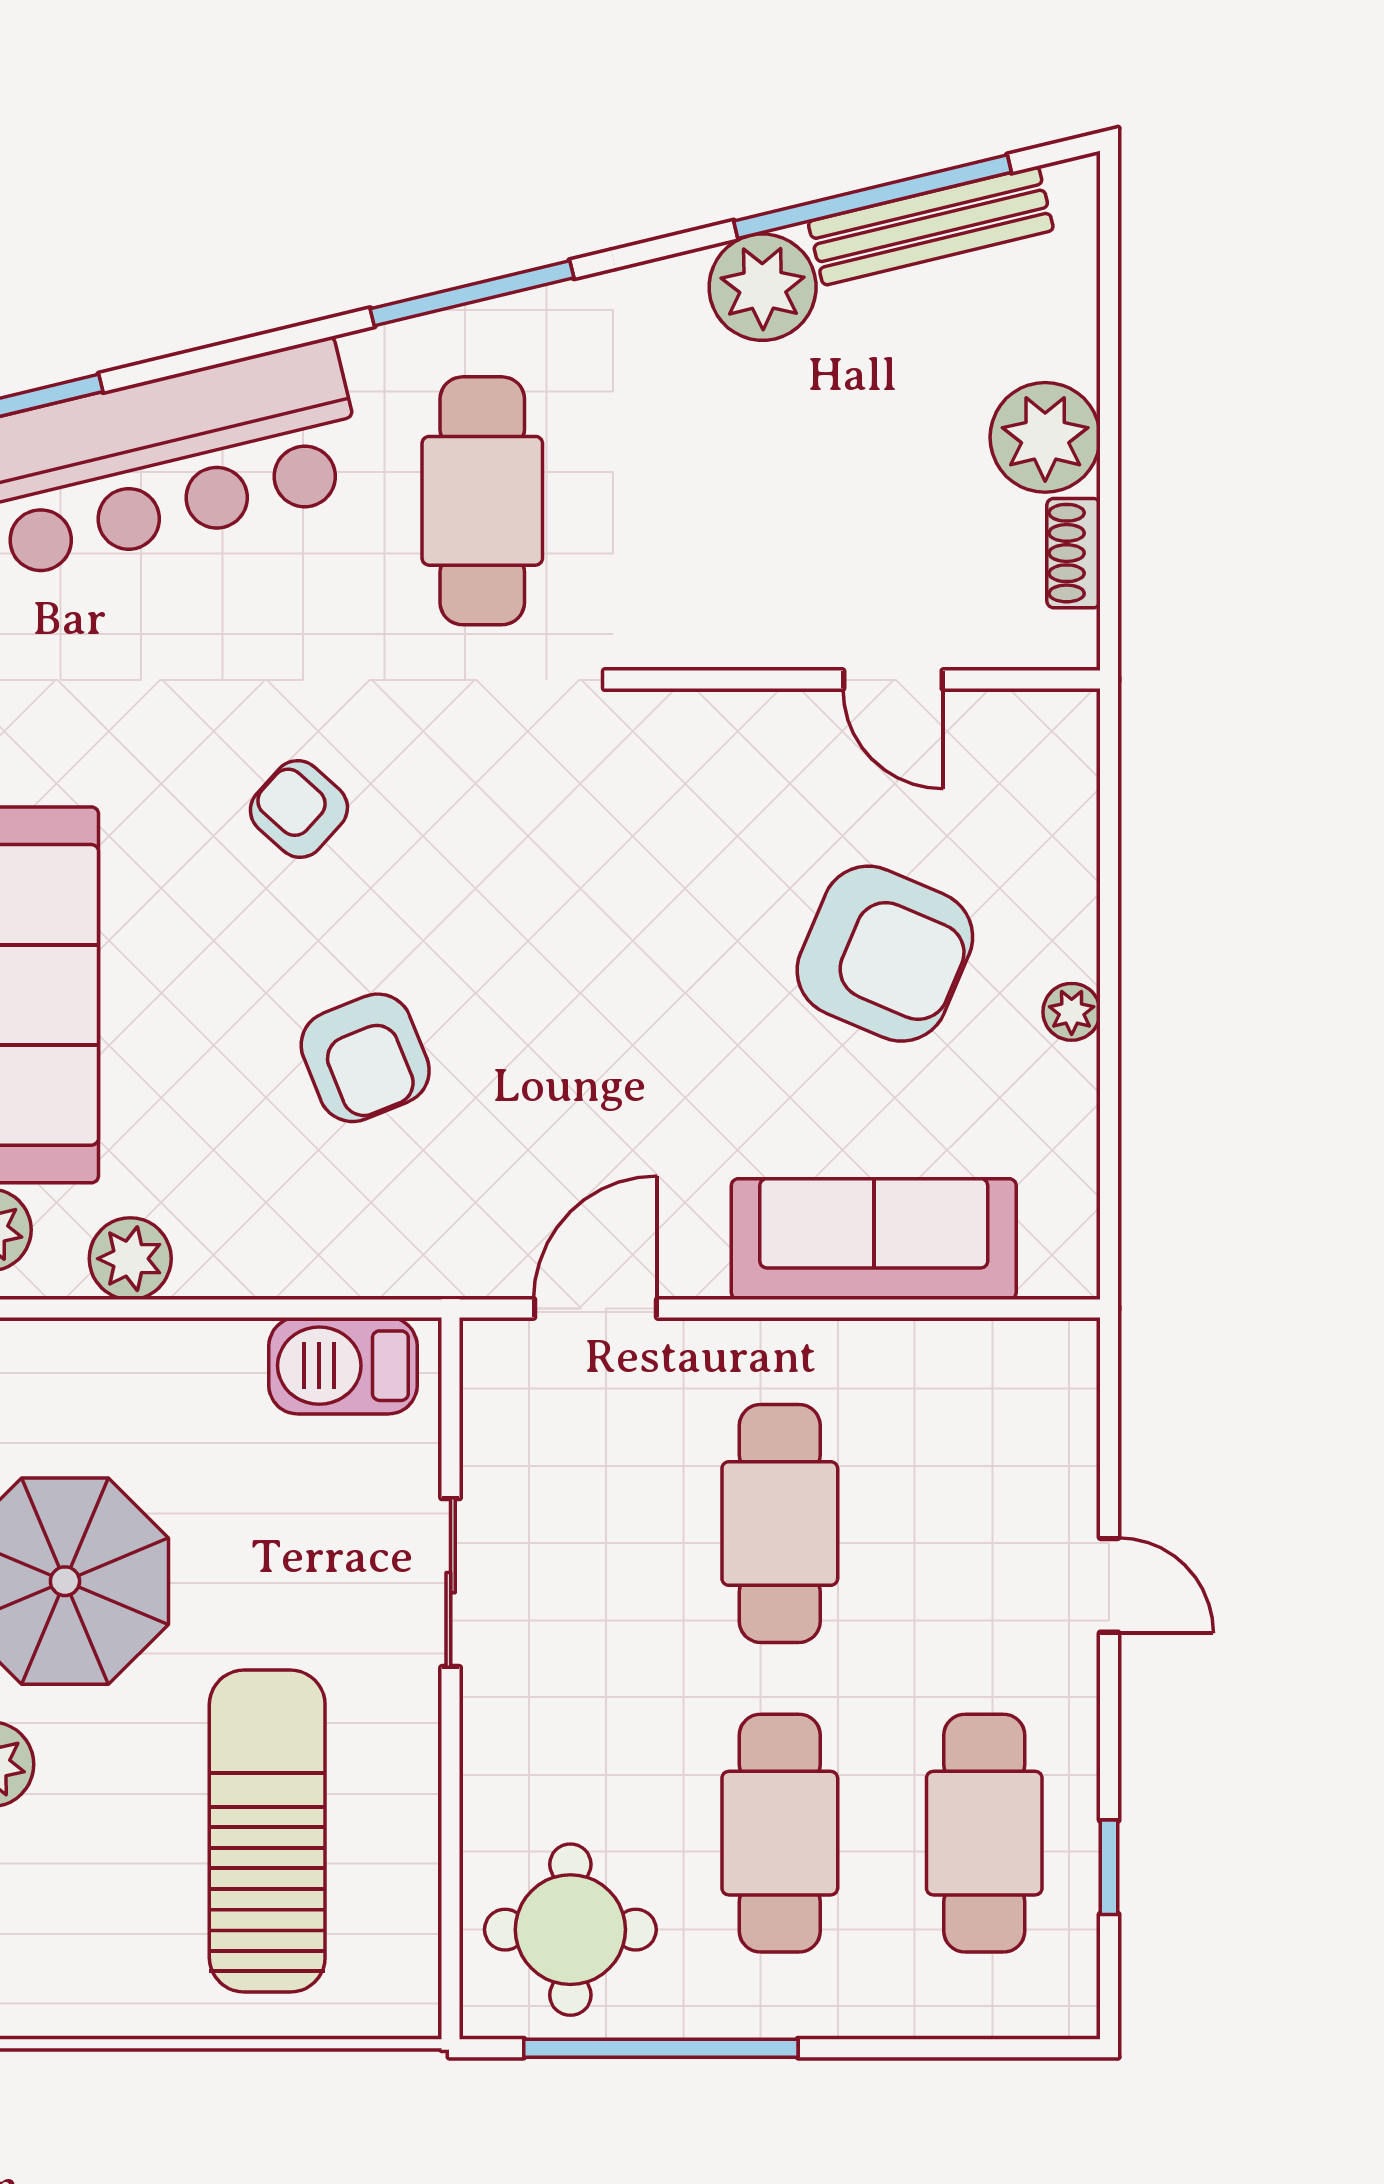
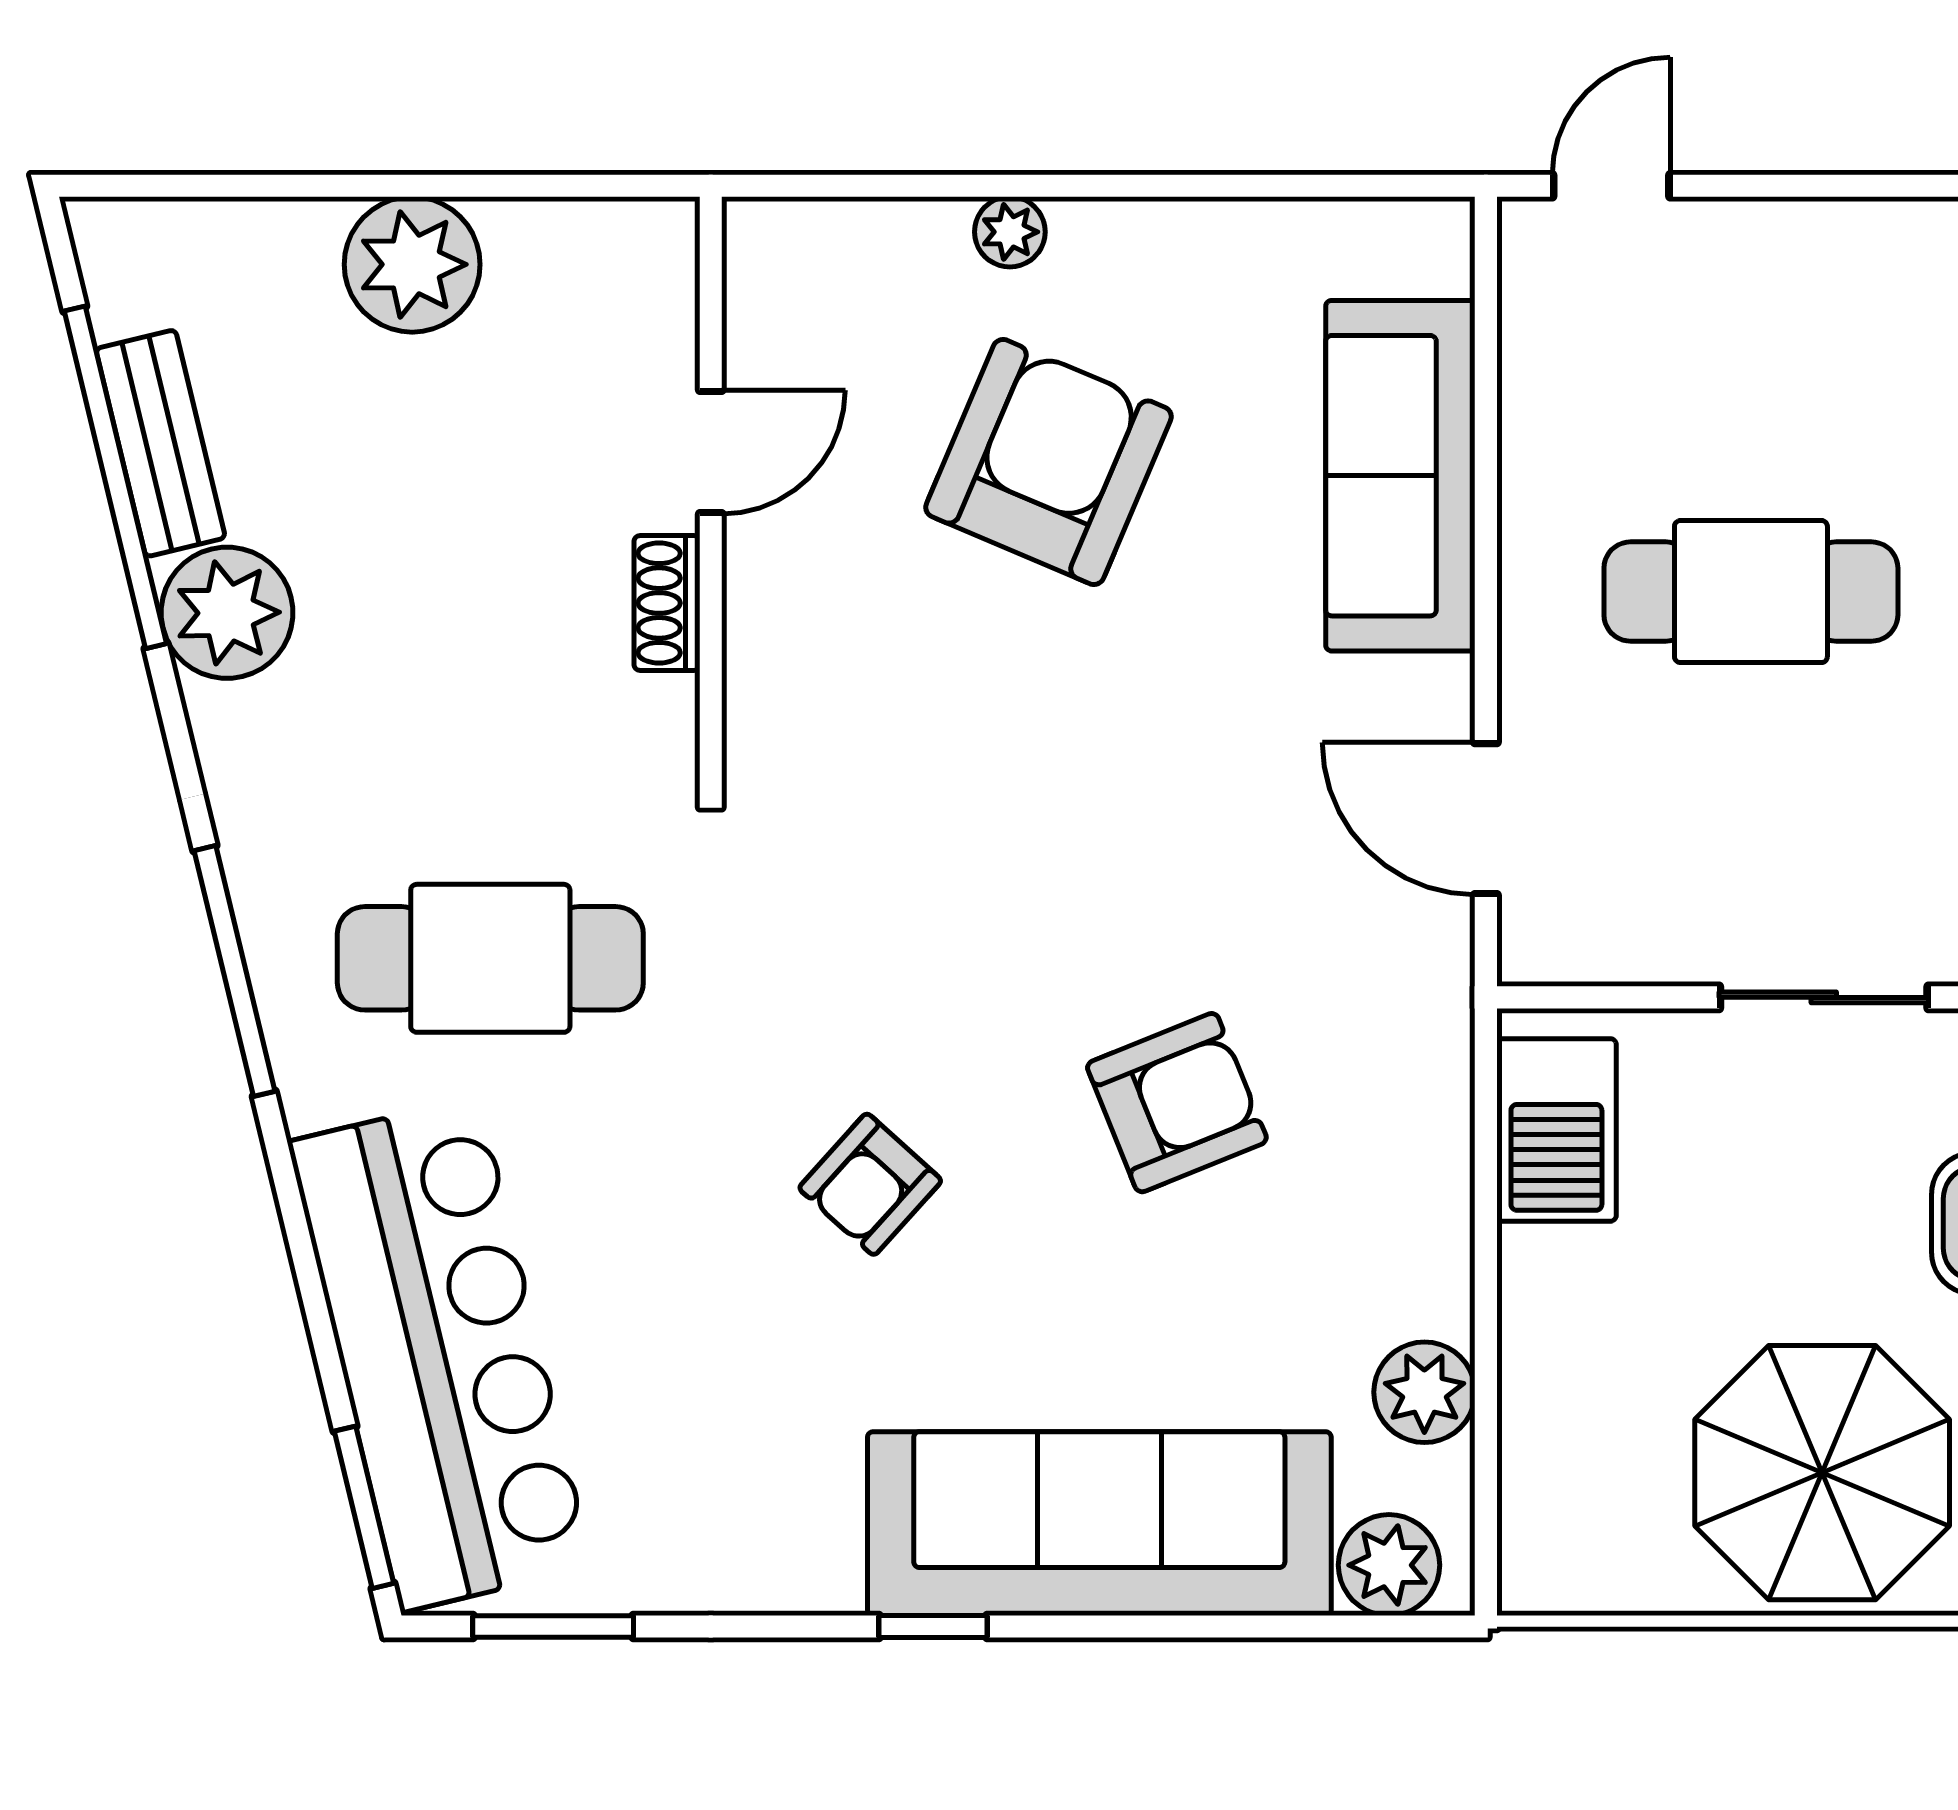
bench: (931, 226) -> (161, 443), width x0.73
shoe rack: (1074, 553) -> (667, 603), moved, turned 90
plant: (1072, 1012) -> (1010, 232), moved
door: (1109, 1585) -> (1611, 186), moved

